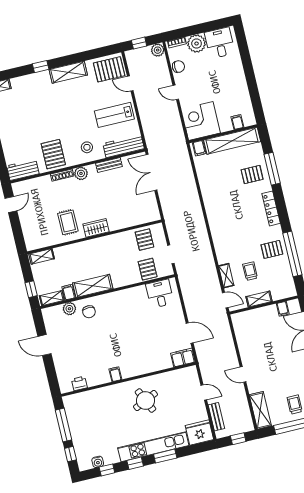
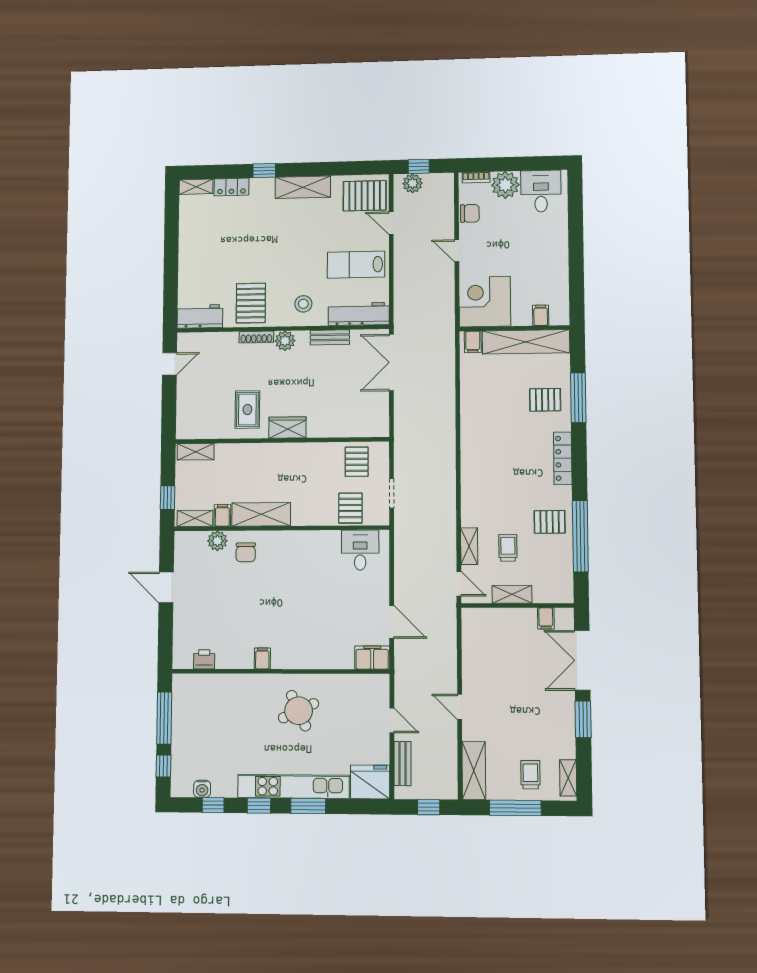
plant: (158, 50) -> (413, 183), moved
locker: (22, 82) -> (231, 187), added

